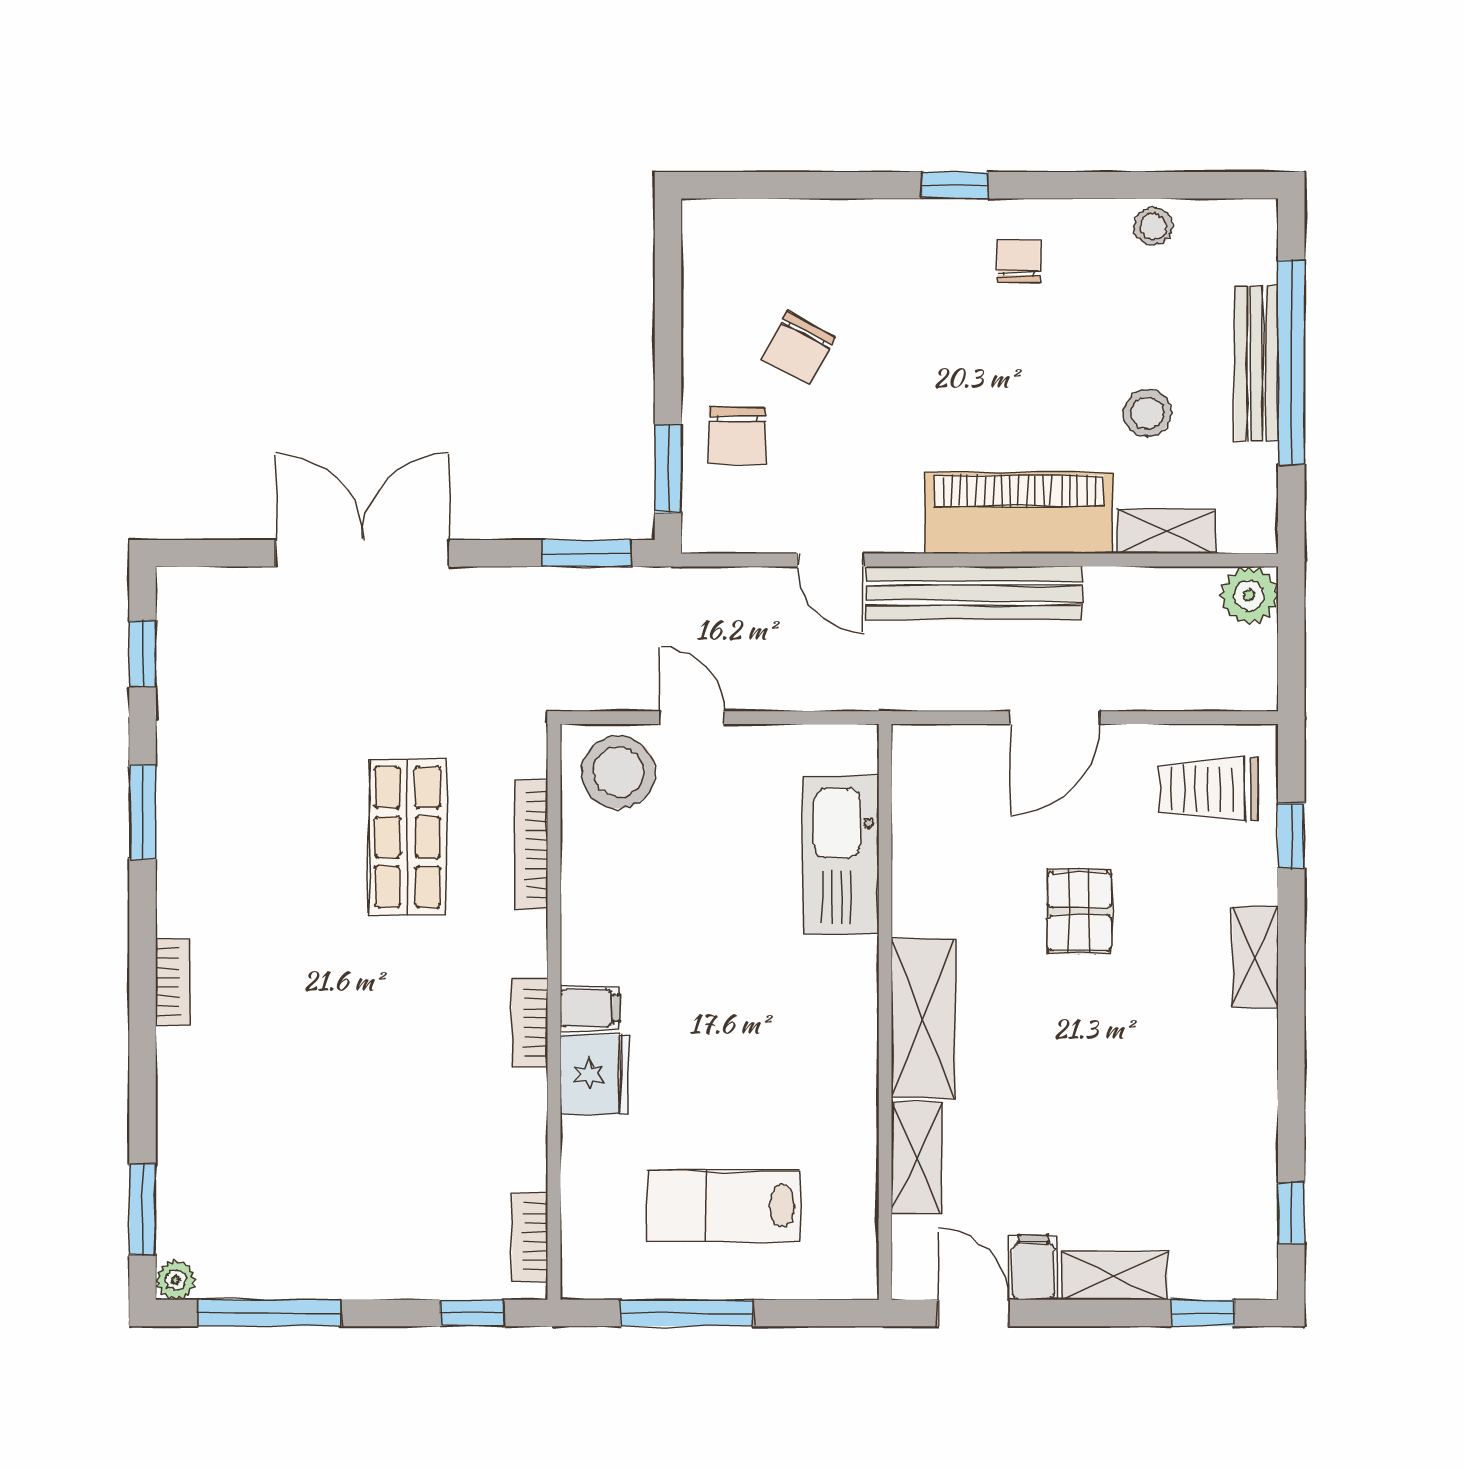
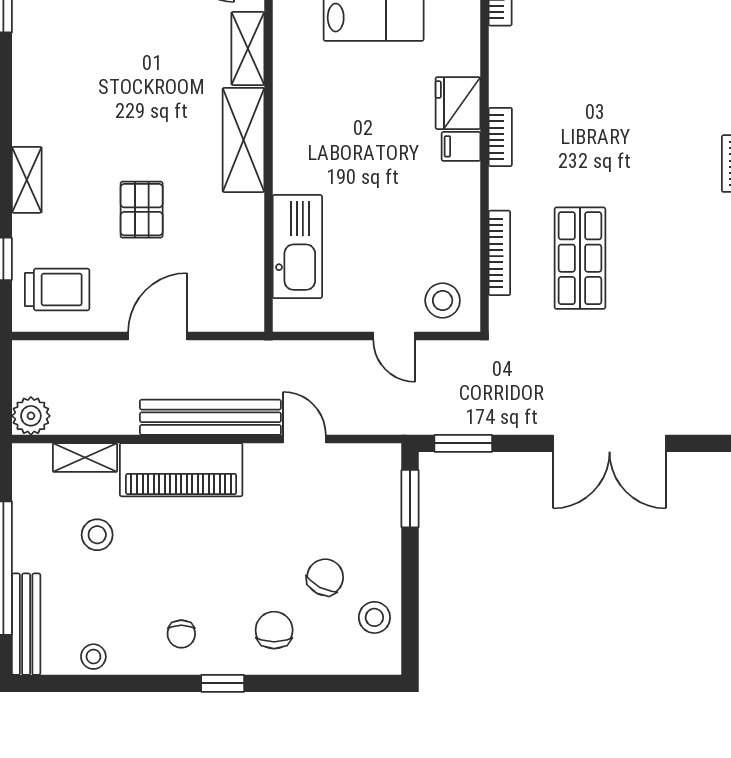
stool: (723, 286) -> (374, 617), added
bench: (1256, 363) -> (26, 624), moved
chair: (737, 436) -> (274, 630), moved
stool: (618, 772) -> (443, 300), width x0.73, depth x0.73

